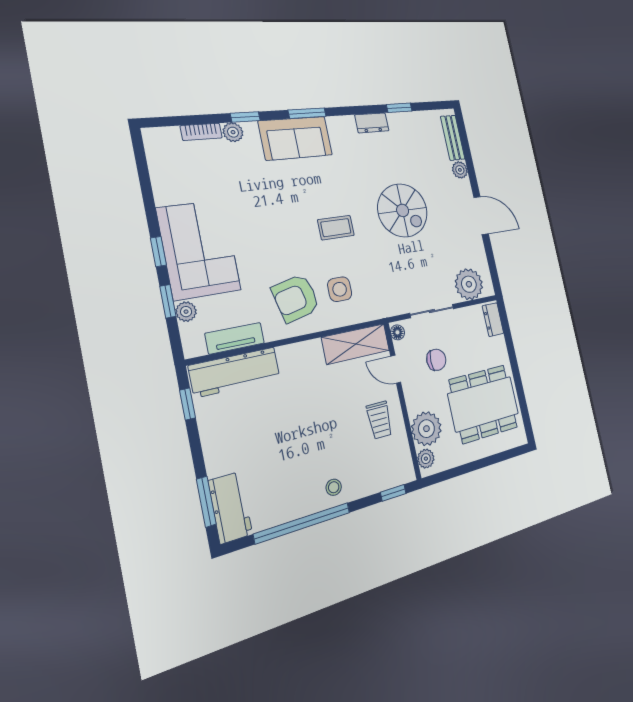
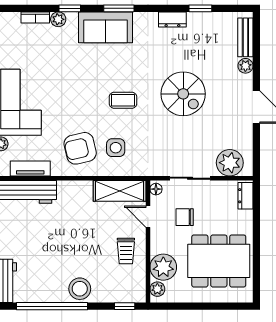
chair: (436, 360) -> (185, 217), turned 180
stool: (334, 487) -> (80, 289), width x1.89, depth x1.89

